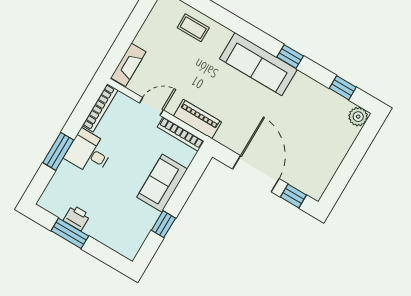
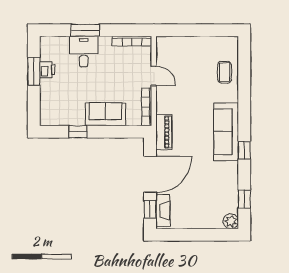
fireplace: (128, 65) -> (163, 210), moved, turned -90
piano: (198, 119) -> (164, 132), moved
desk: (89, 153) -> (84, 52), moved

